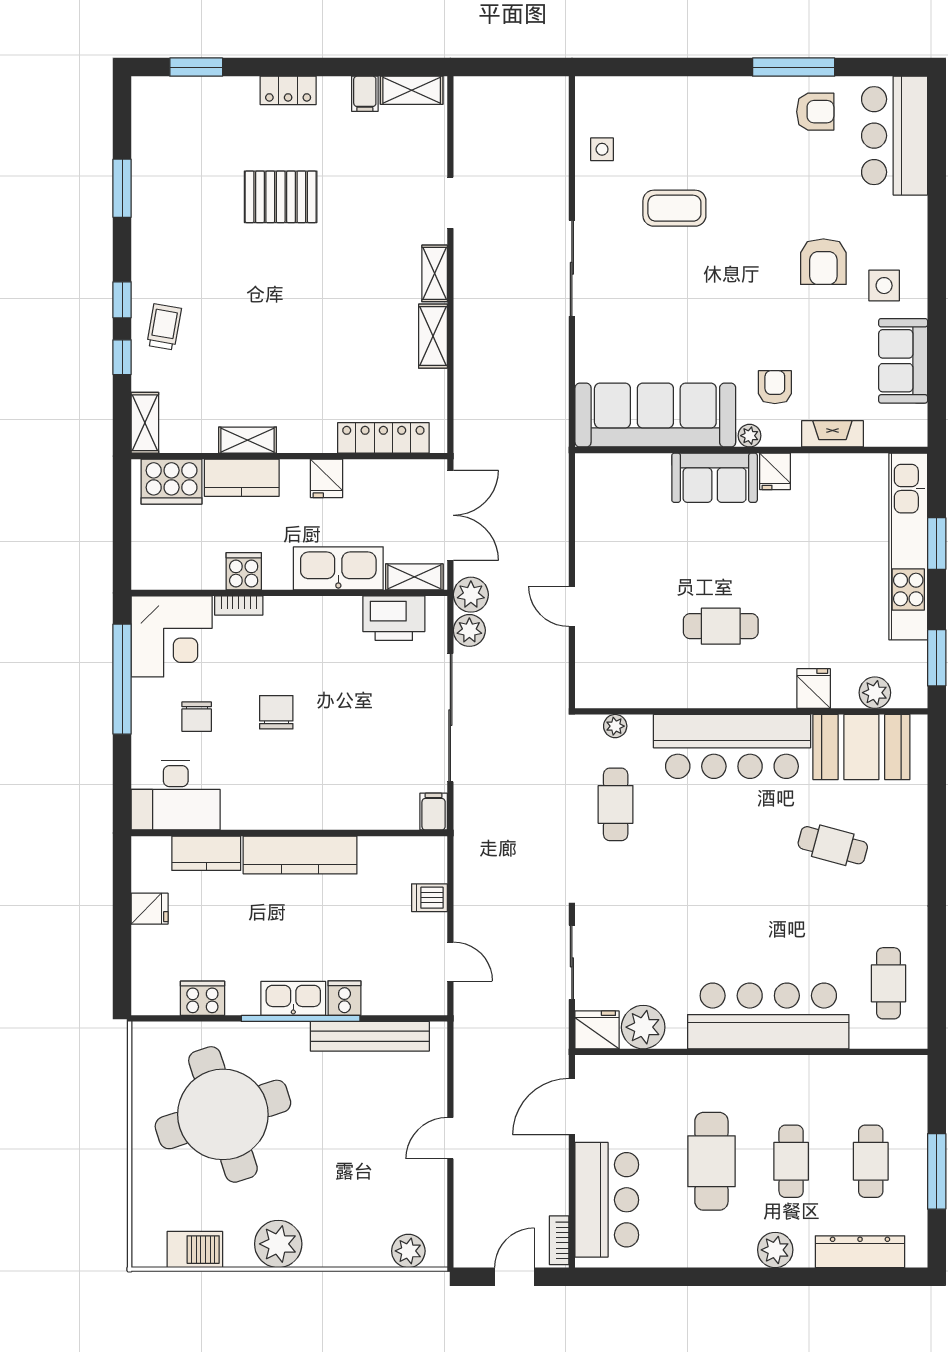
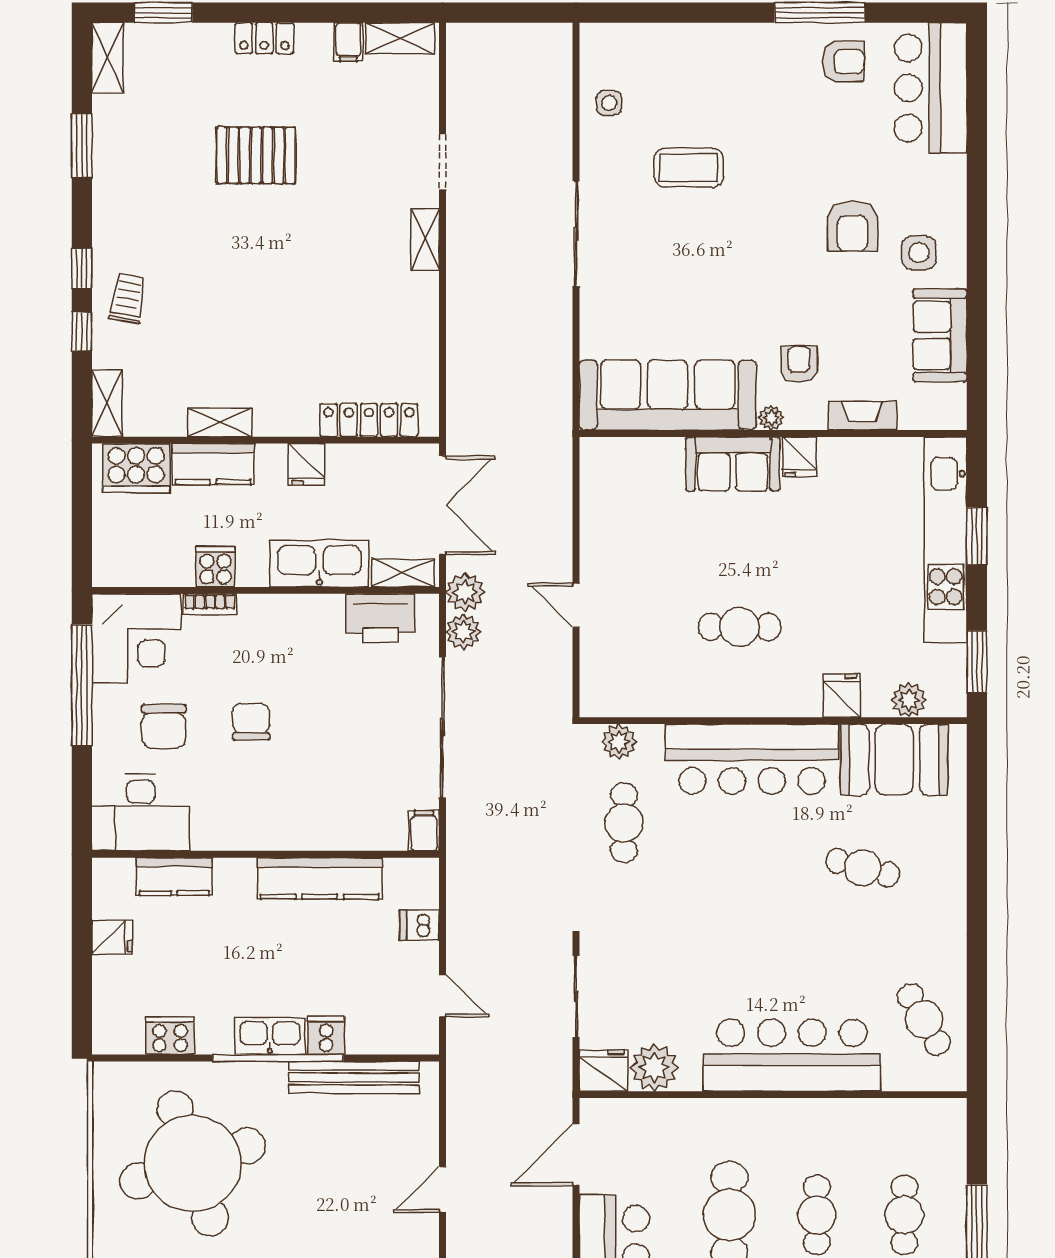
shelving: (433, 336) -> (108, 58), moved
chair: (197, 717) -> (164, 726), width x1.37, depth x1.37
plant: (615, 726) -> (619, 742), width x1.38, depth x1.38
kitchen counter: (300, 855) -> (320, 878), moved
cafe table: (888, 983) -> (924, 1019), turned -30

